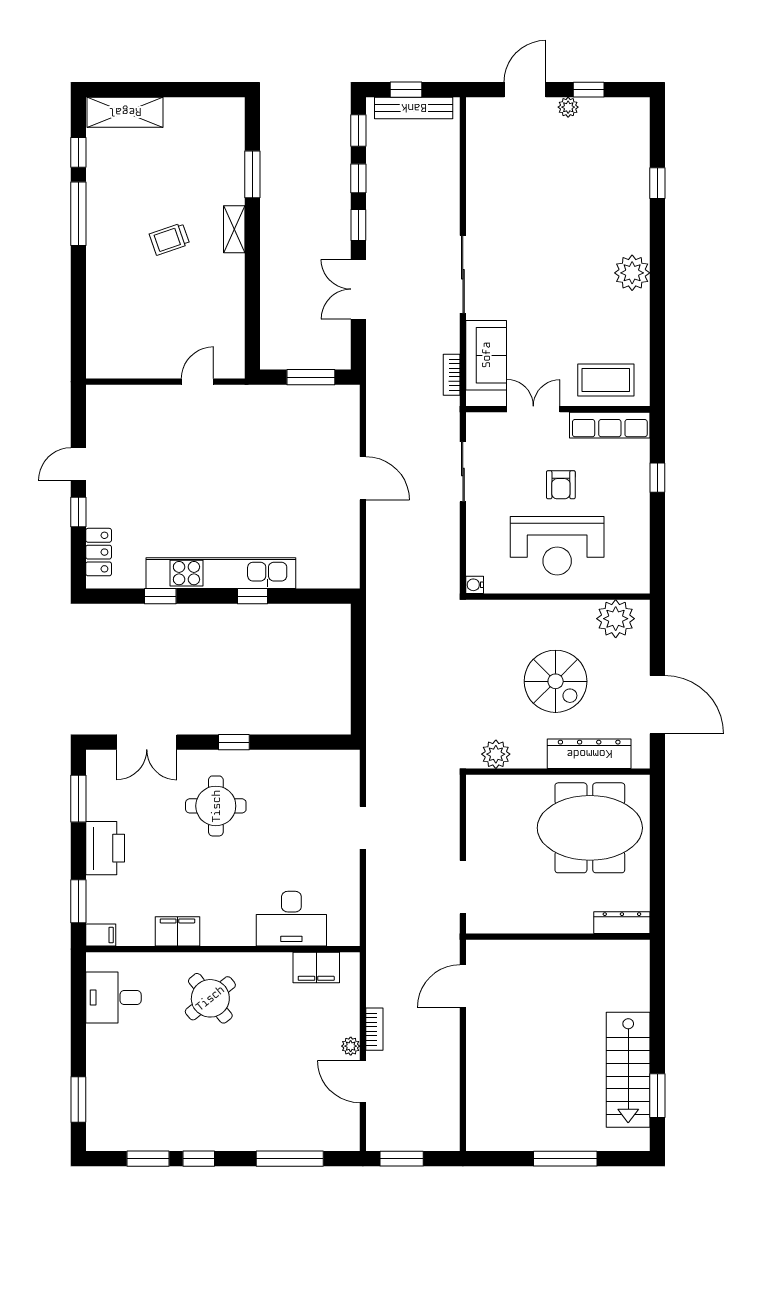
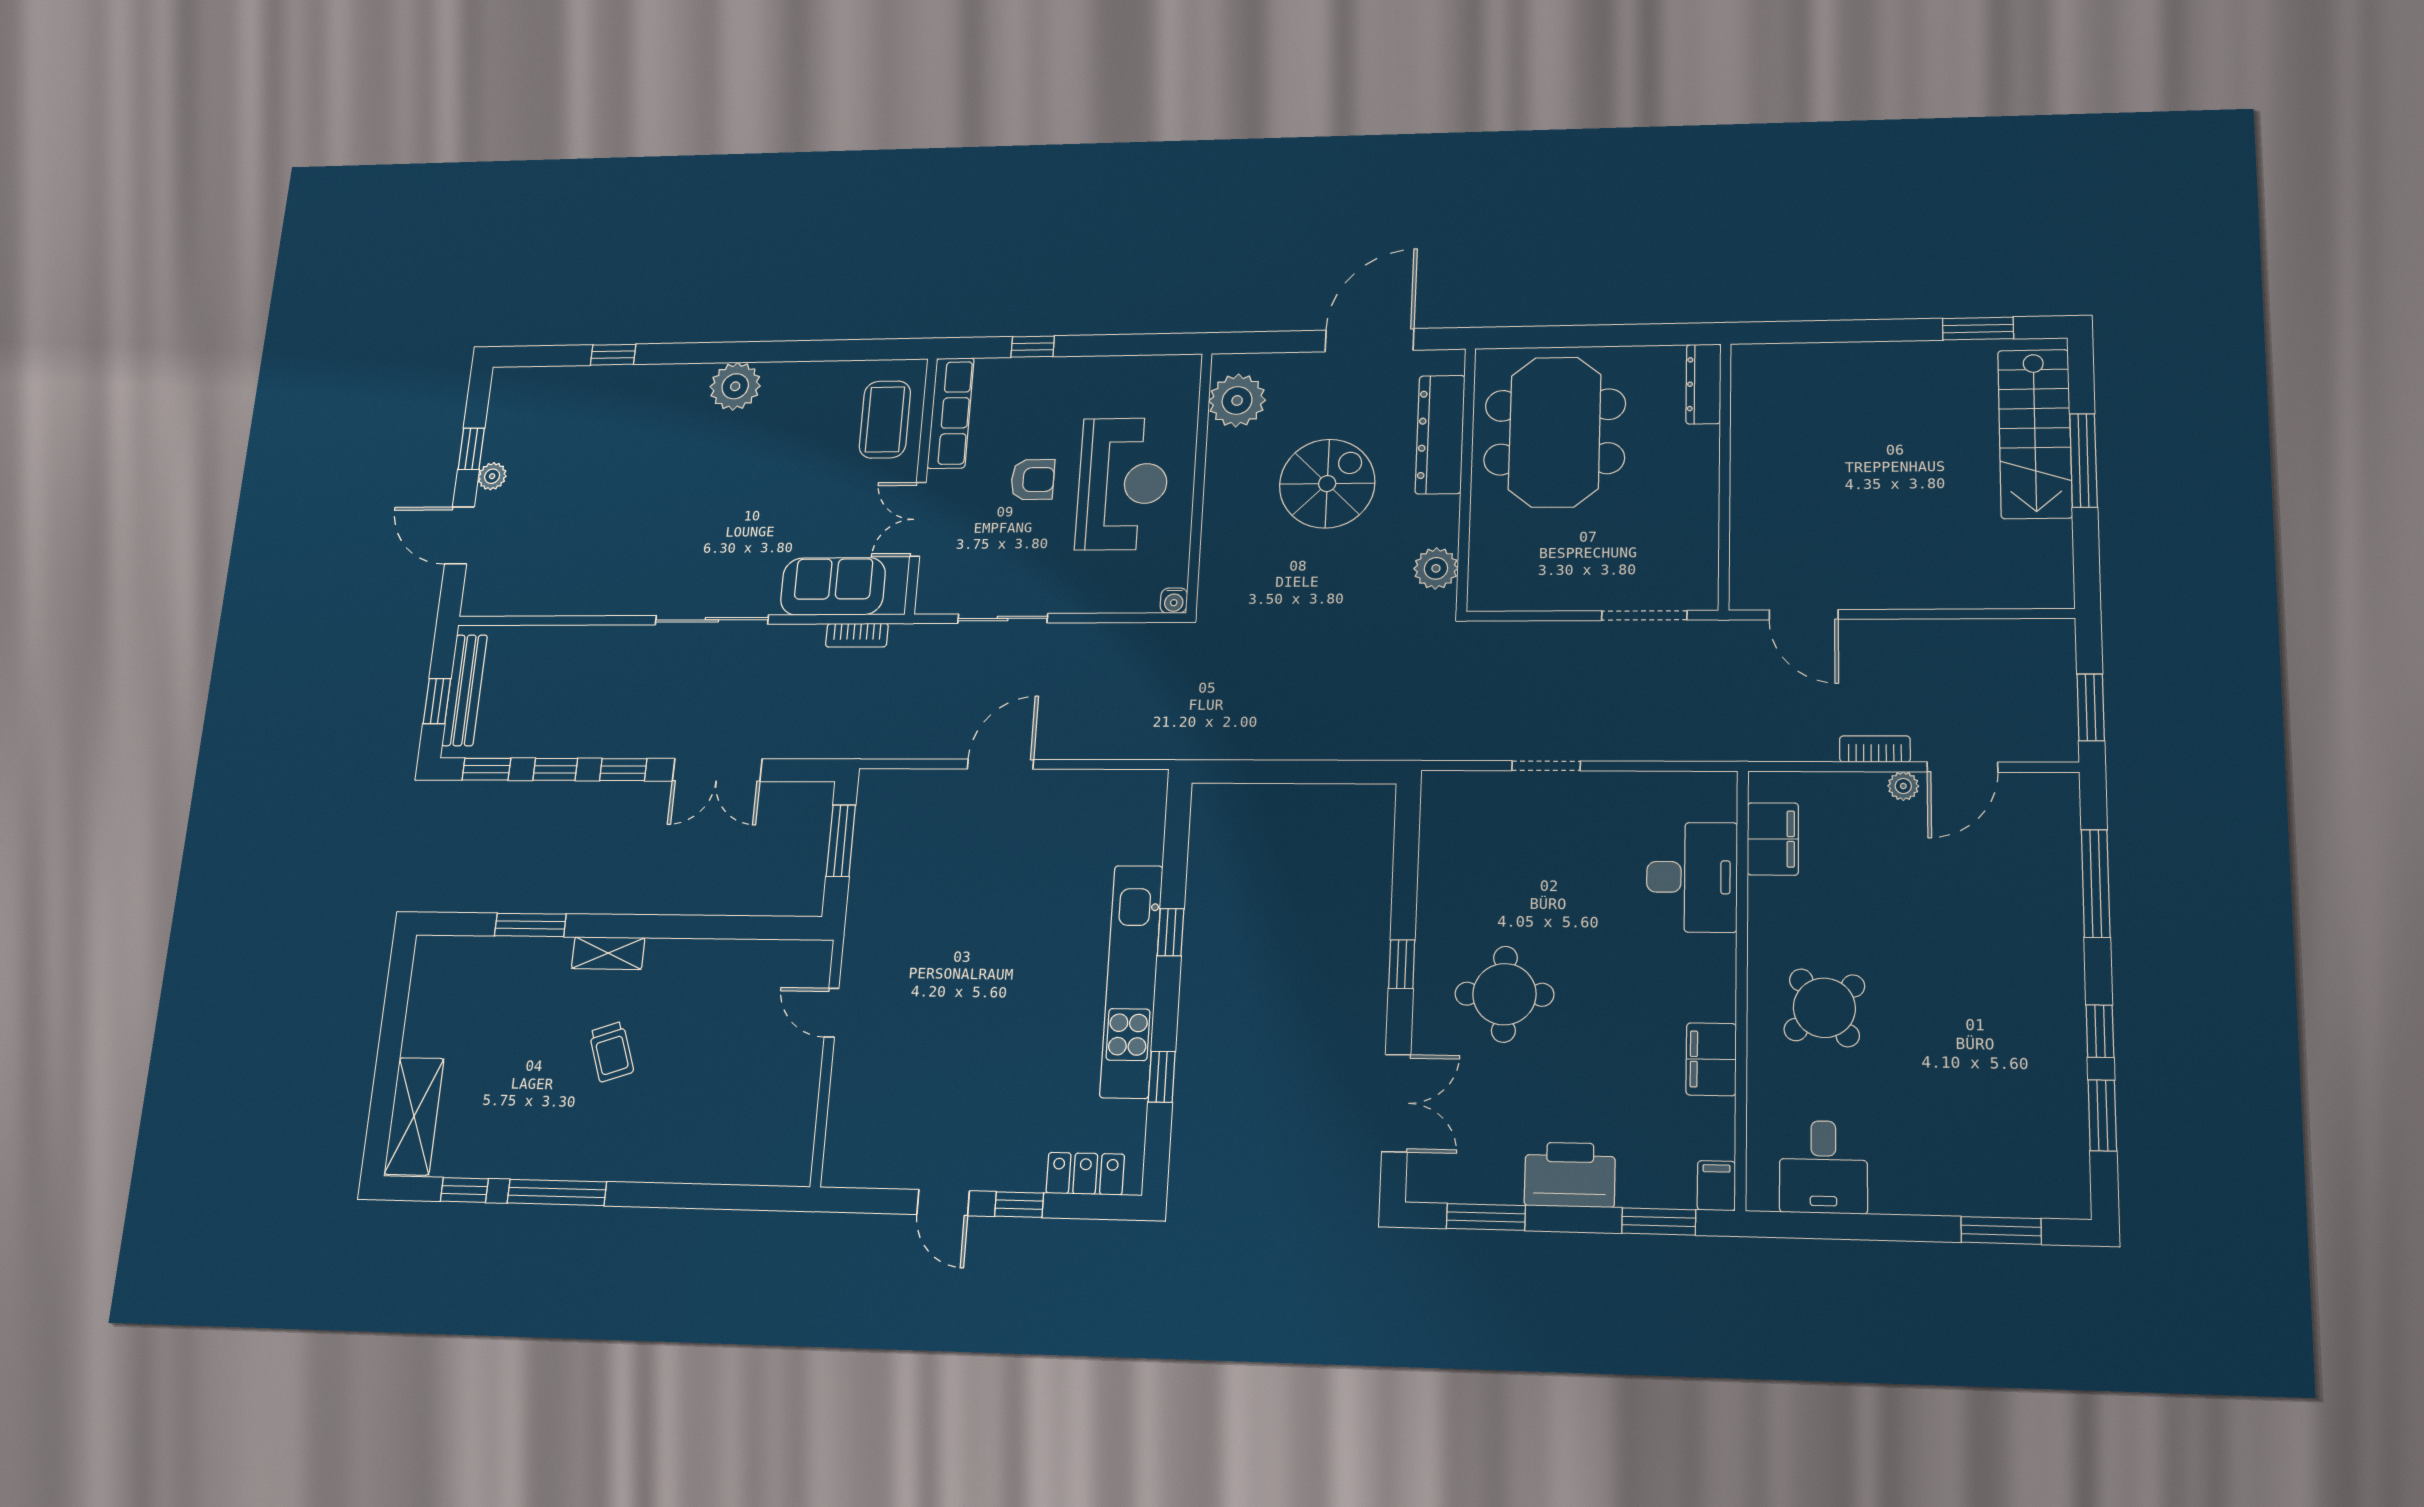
stairs: (628, 1070) -> (2035, 434), moved, turned 90

